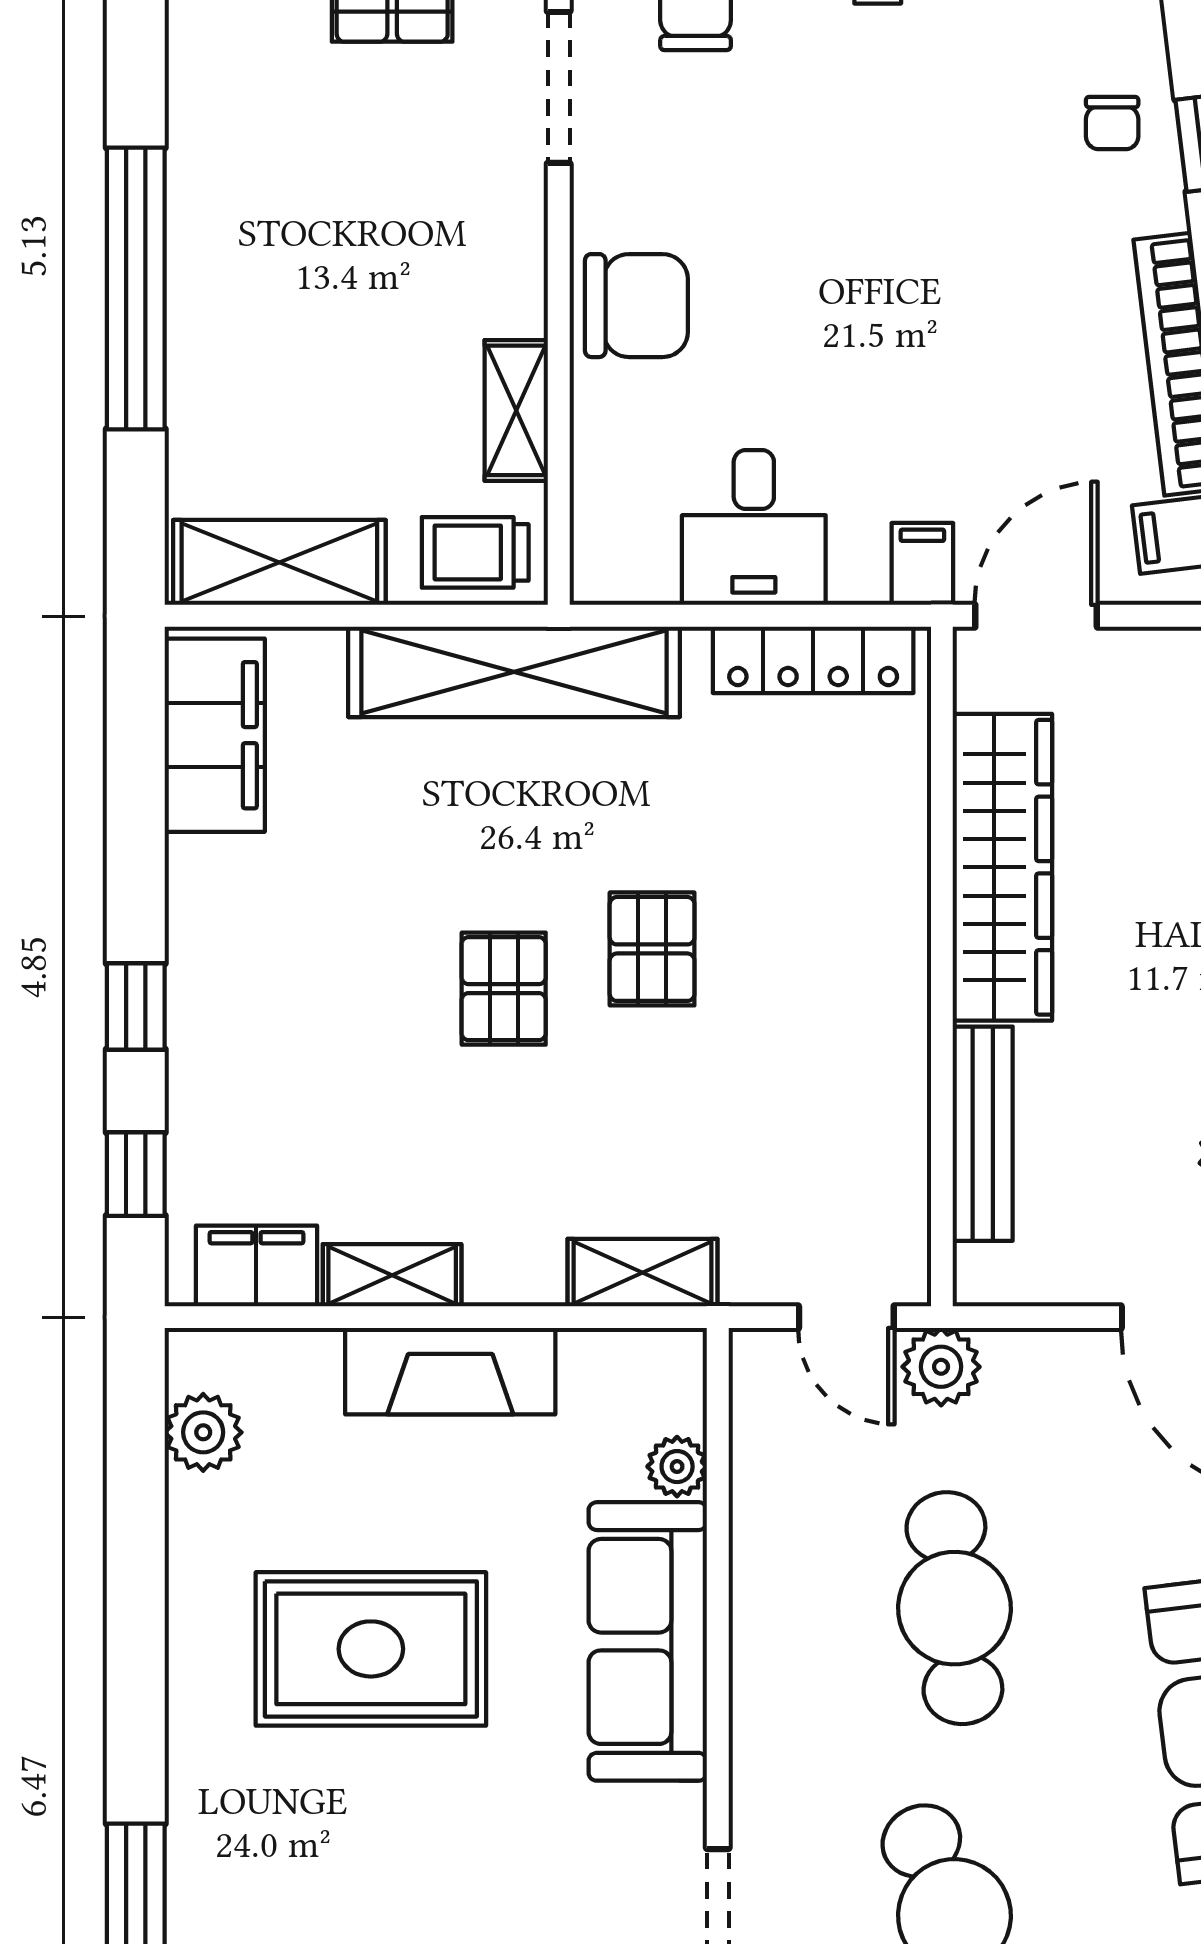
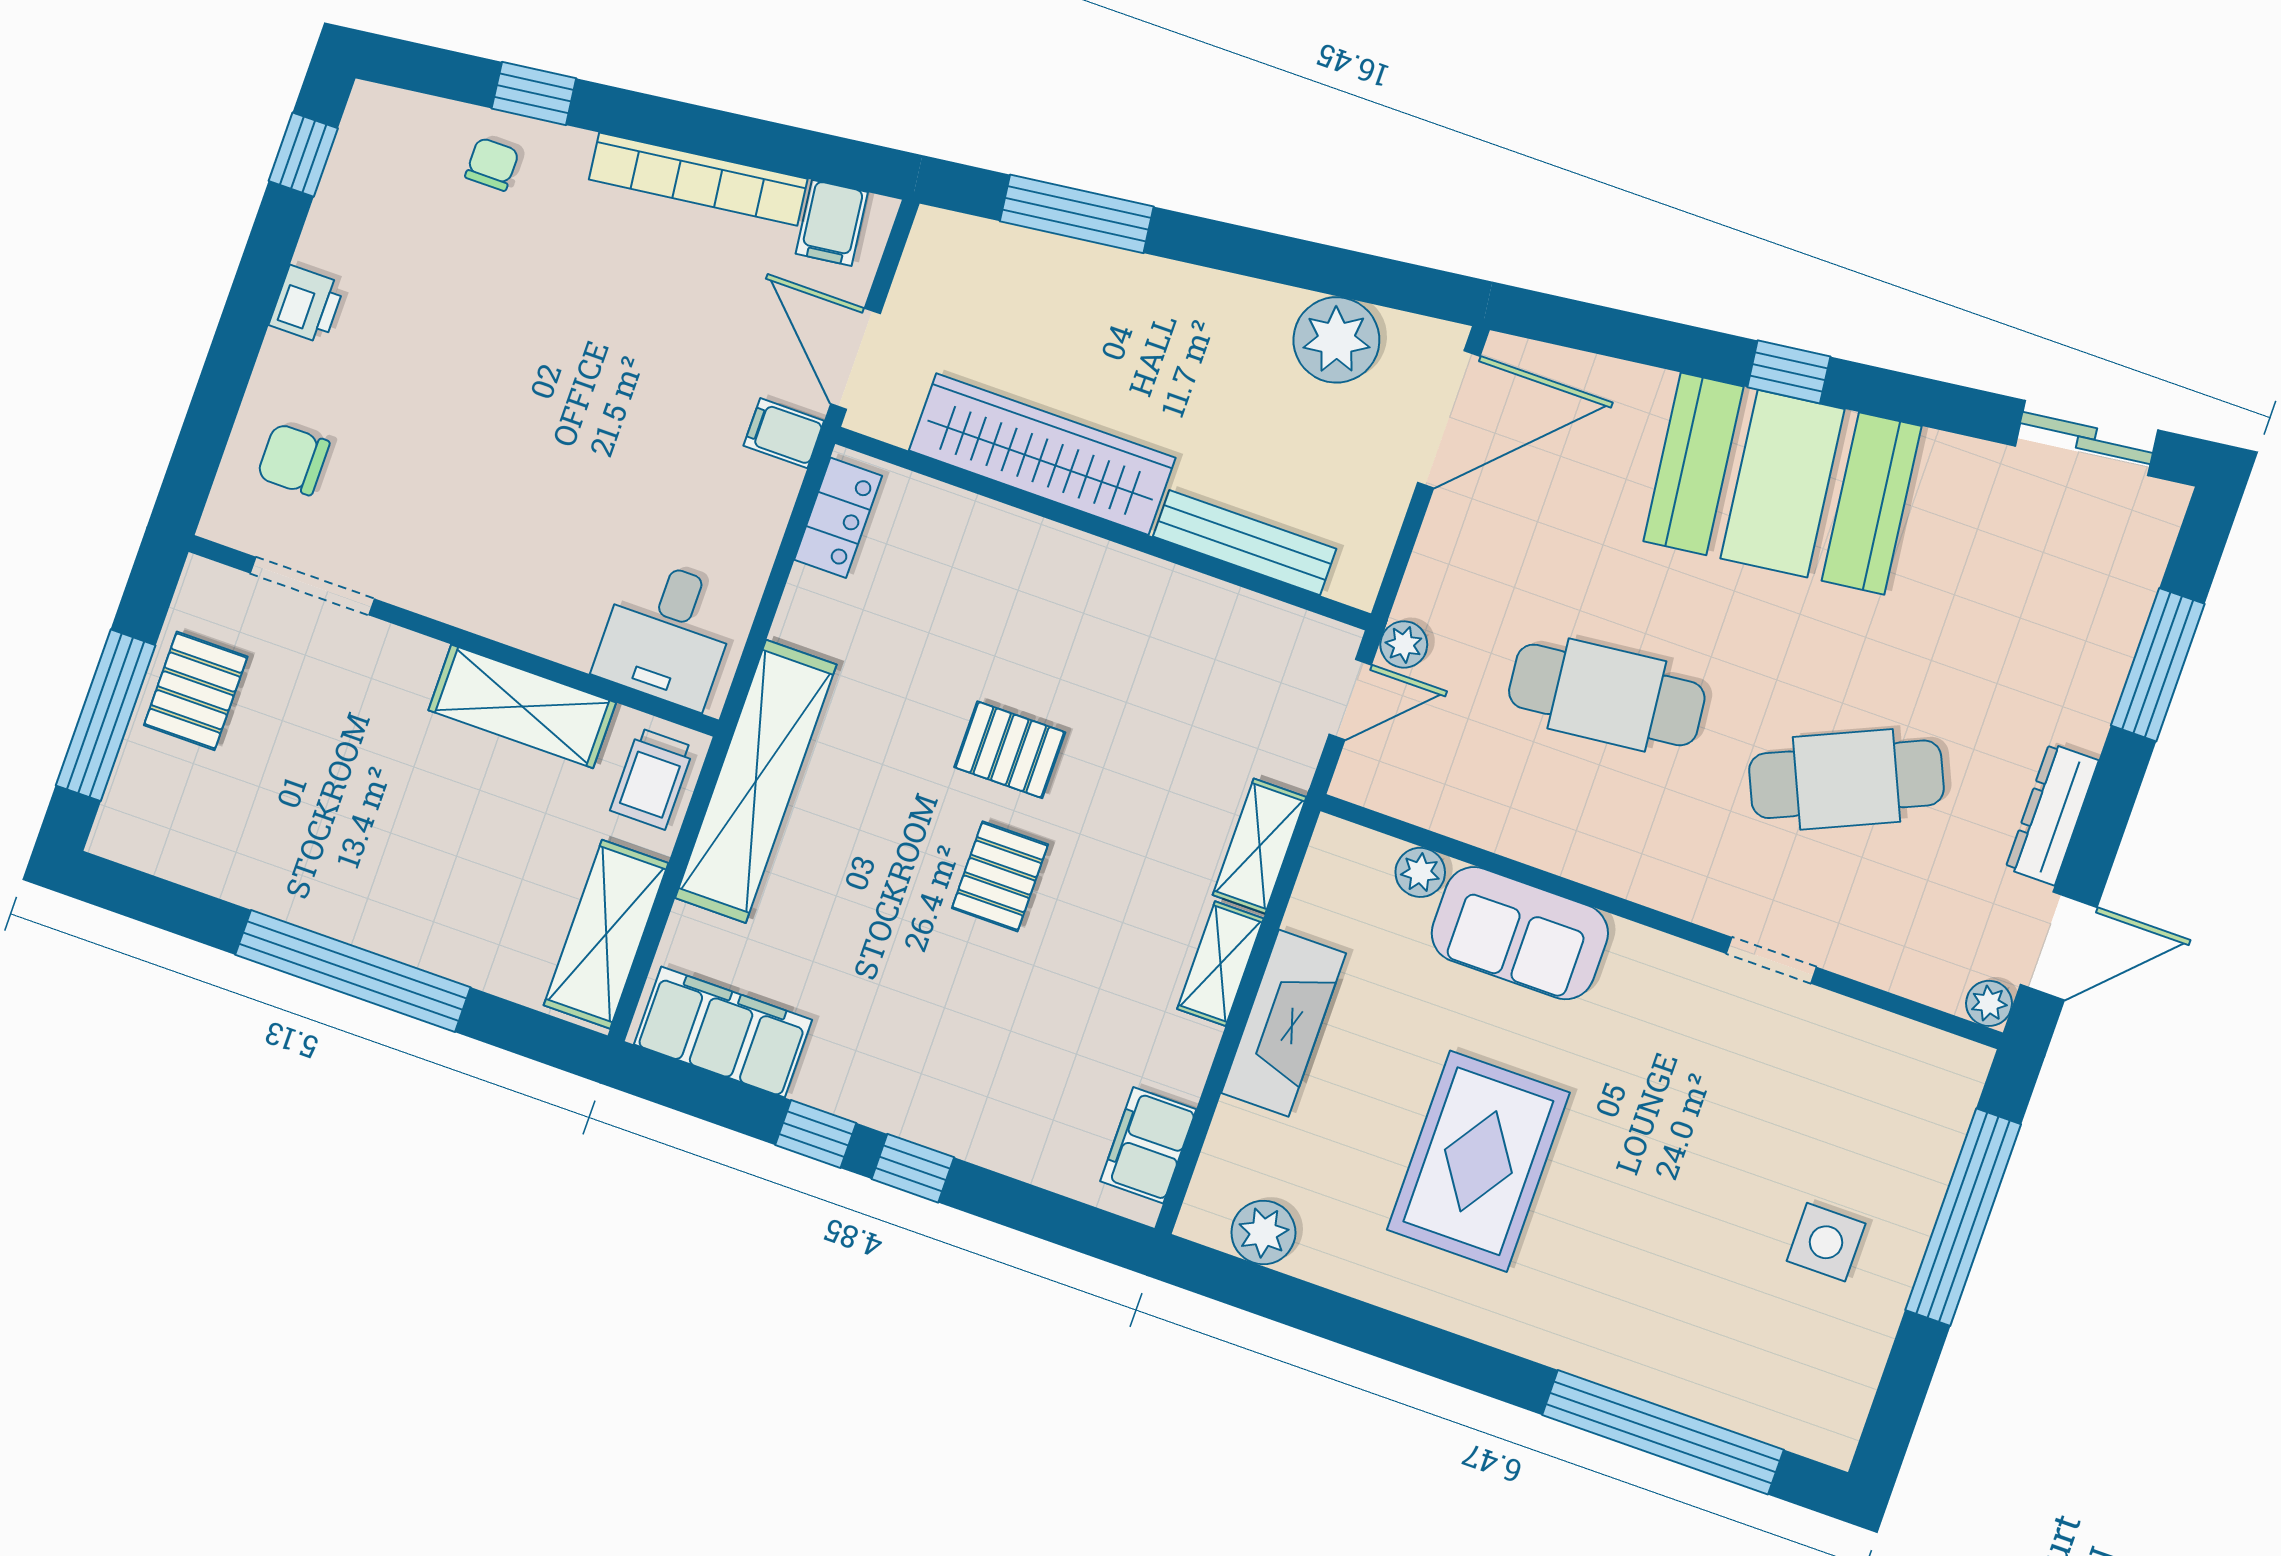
chair: (1112, 123) -> (492, 164), turned -90
chair: (636, 306) -> (504, 585), removed
shelving: (516, 410) -> (522, 706), width x1.50, depth x1.33
desk: (754, 528) -> (667, 634), moved, turned 90
locker: (813, 660) -> (838, 518), width x0.66
pallet: (504, 989) -> (1000, 876), turned 90
window: (136, 1174) -> (816, 1134), moved
shelving: (392, 1275) -> (1220, 964), moved
plant: (941, 1367) -> (1404, 644), width x0.73, depth x0.73
sofa: (648, 1641) -> (1520, 933), width x0.73

